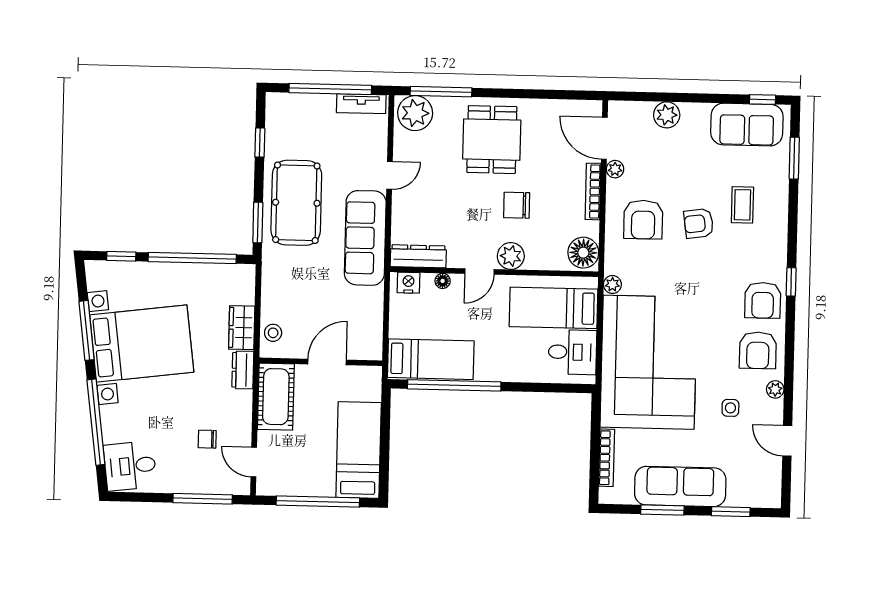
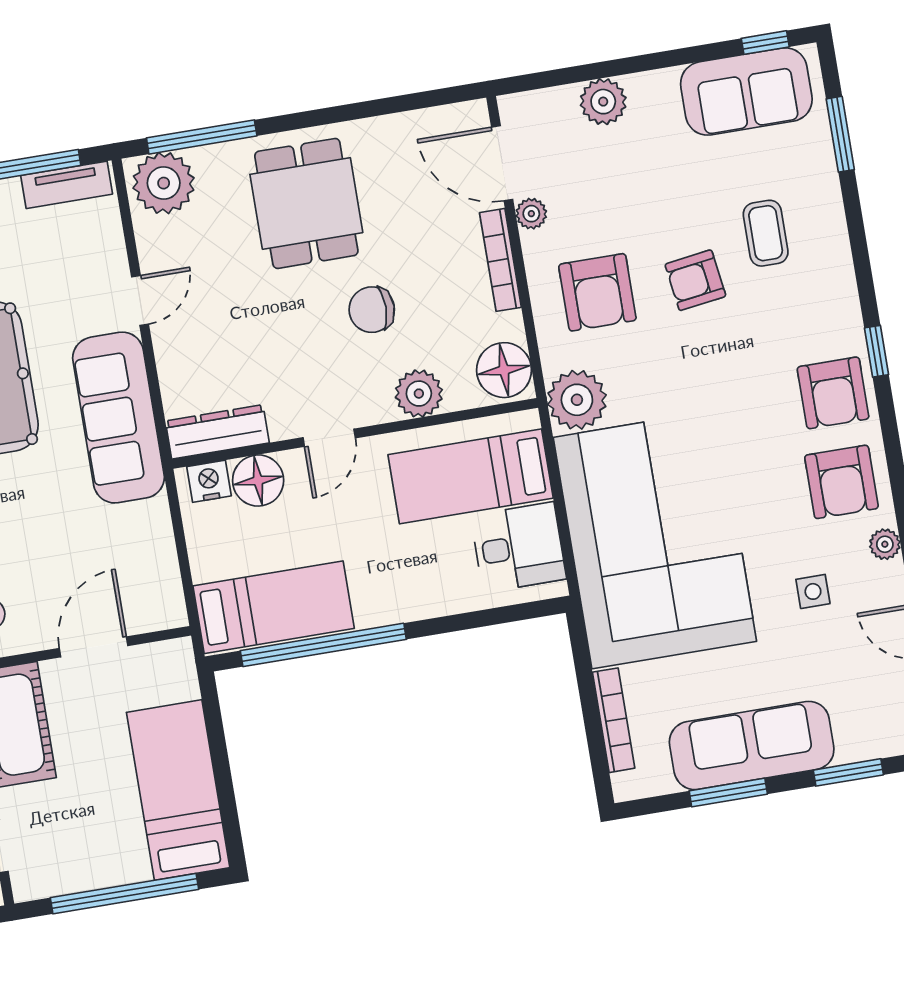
plant: (511, 256) -> (419, 394), moved
floor lamp: (443, 281) -> (258, 481), width x1.89, depth x1.89
plant: (612, 284) -> (577, 400), width x1.88, depth x1.88

